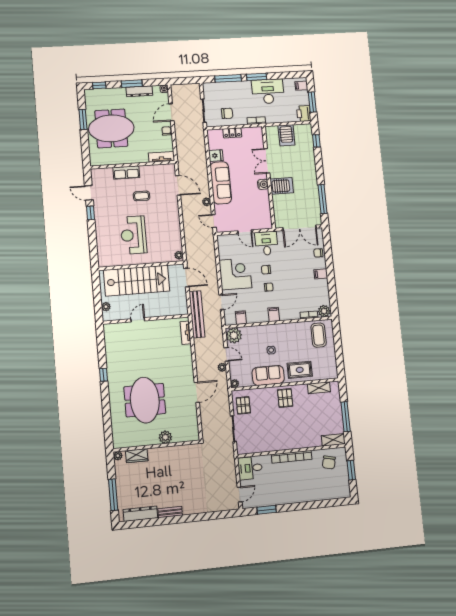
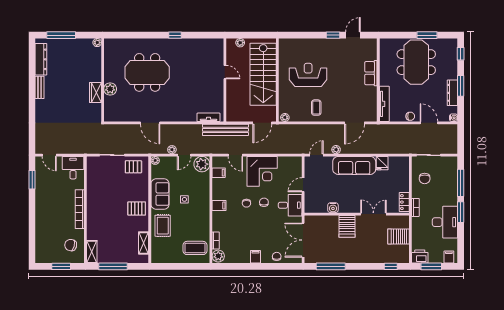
locker: (232, 133) -> (404, 202), moved
tv unit: (161, 157) -> (384, 104), width x1.41
water cooler: (263, 184) -> (333, 208), moved
coffee table: (142, 196) -> (316, 108), moved
wardrobe: (137, 456) -> (95, 93), moved

